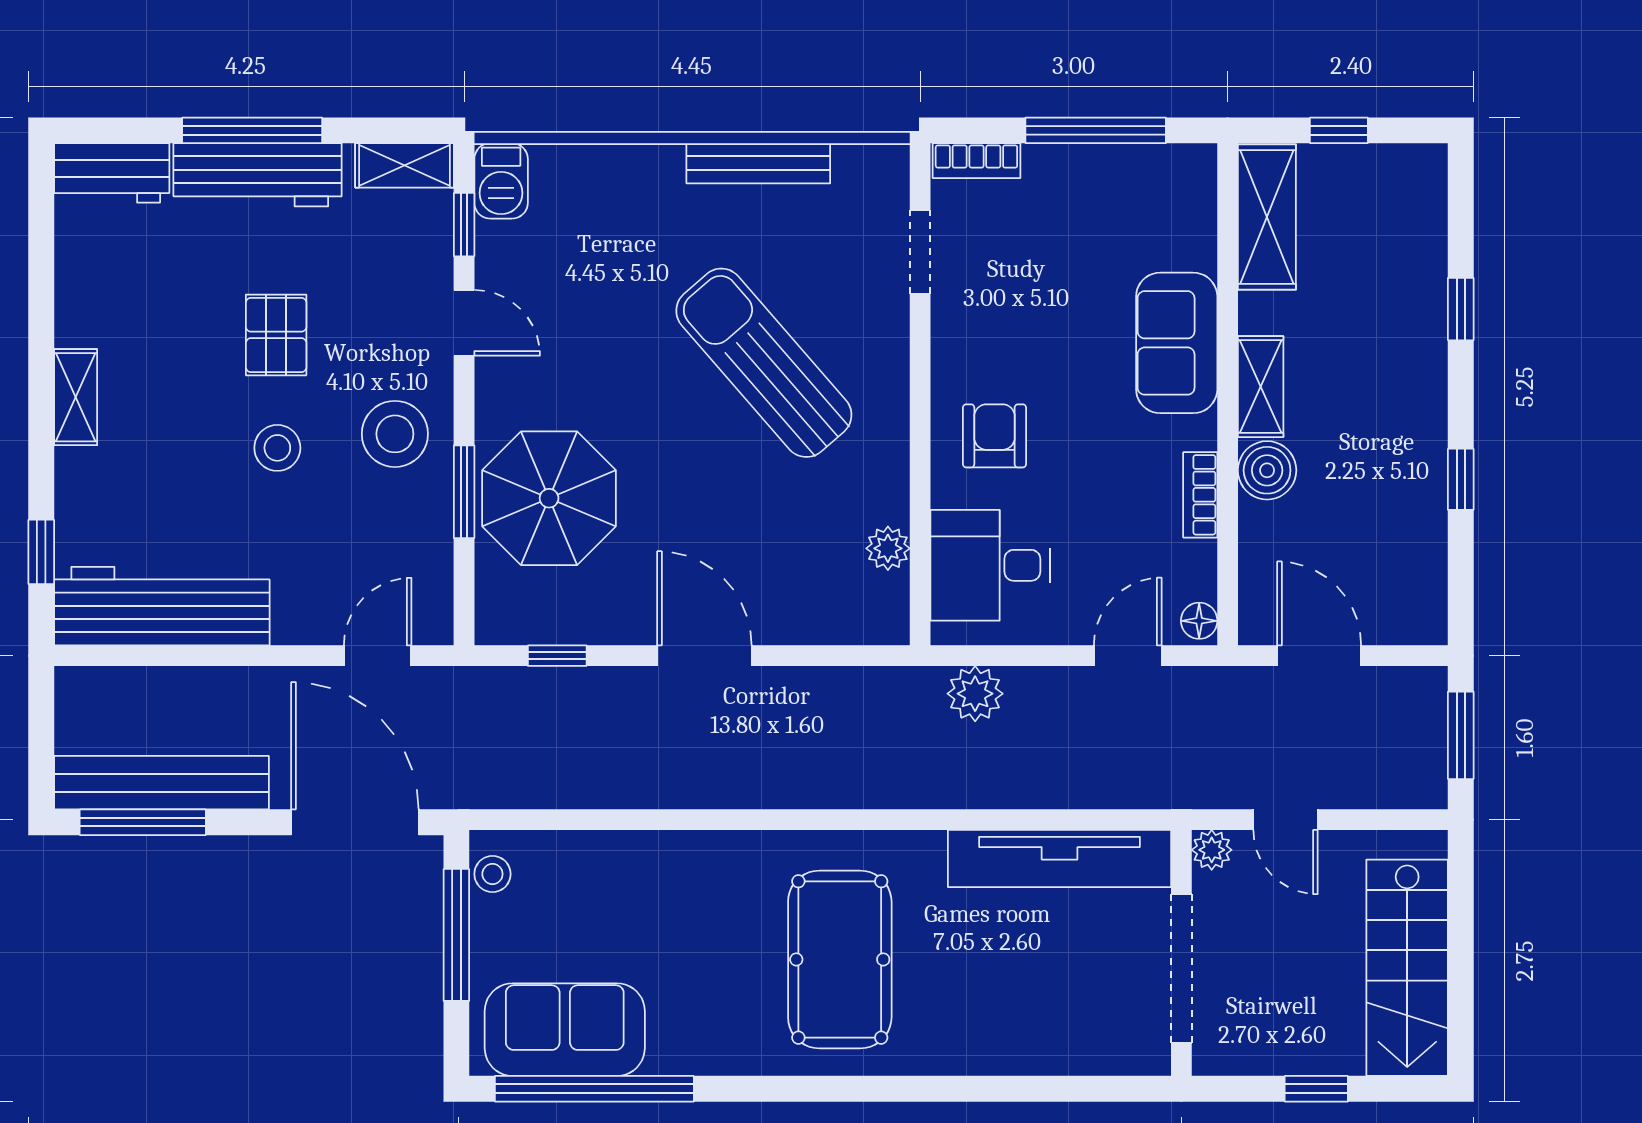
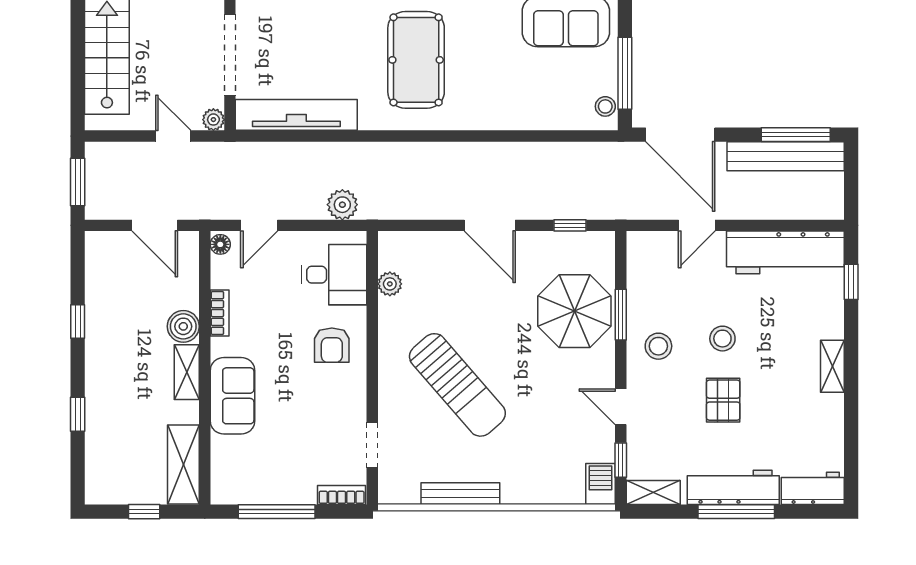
stool: (395, 434) -> (658, 346), width x0.73, depth x0.73
door: (378, 656) -> (697, 225), moved

